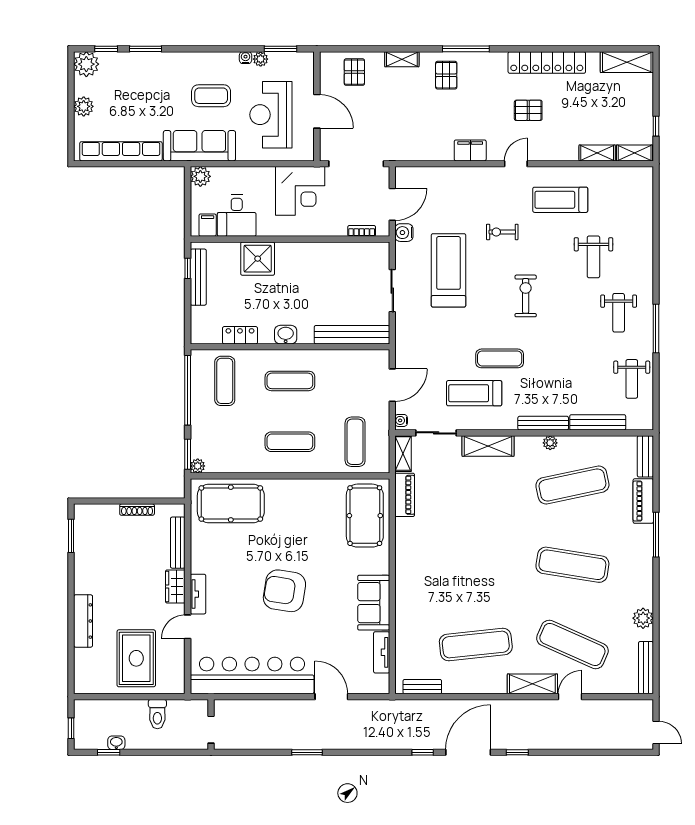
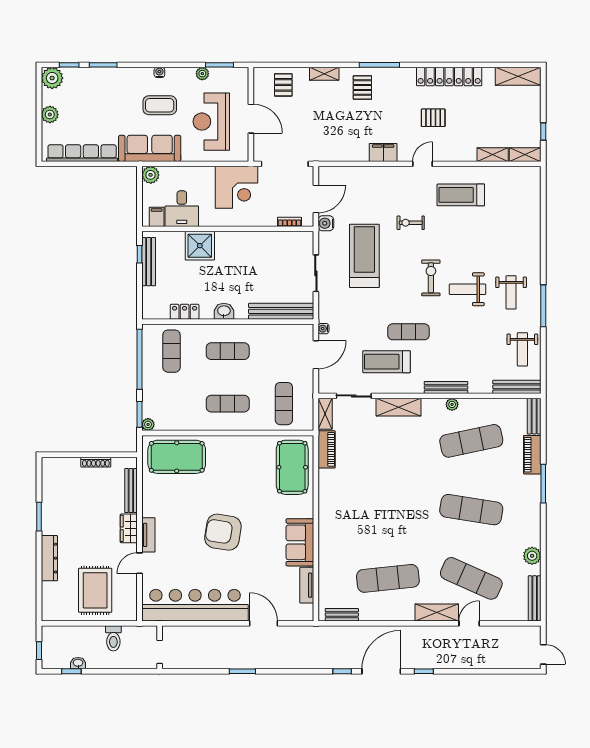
water cooler: (246, 58) -> (159, 72), moved
weight bench: (593, 257) -> (467, 289), moved, turned 90
water cooler: (401, 420) -> (324, 329), moved
bench: (598, 422) -> (517, 387), moved
window: (71, 536) -> (39, 517), moved

